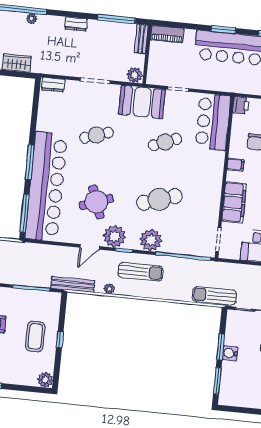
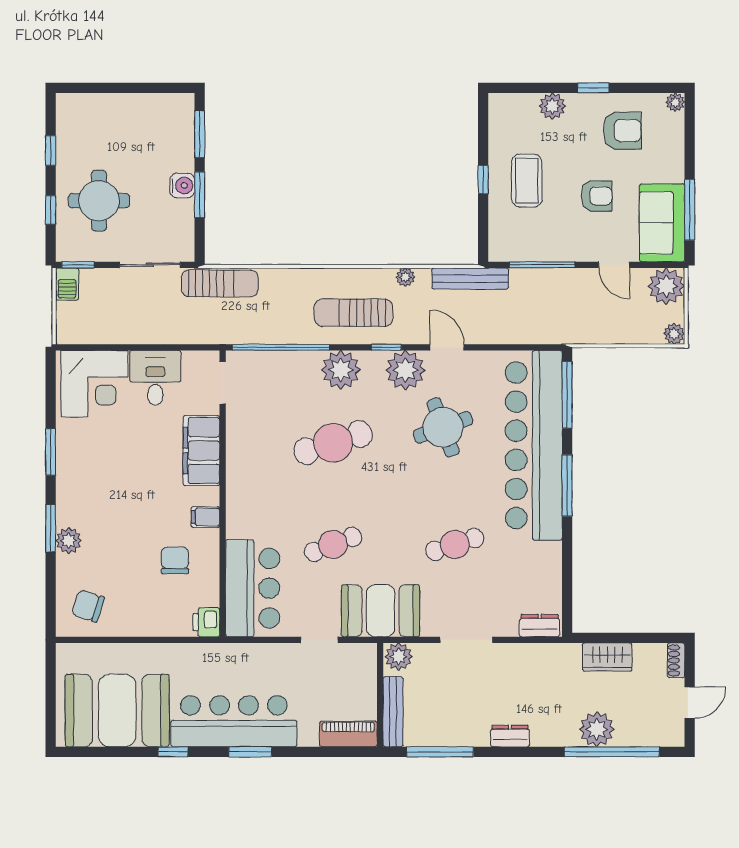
plant: (32, 19) -> (597, 729), width x1.88, depth x1.88
bench: (141, 39) -> (393, 712), width x1.36
door: (90, 247) -> (447, 347), hinge flipped
plant: (45, 380) -> (552, 106), moved

